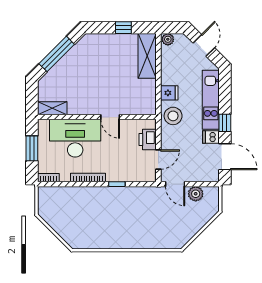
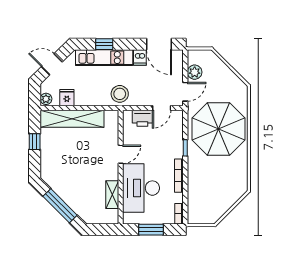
shelving: (147, 56) -> (72, 119), width x1.47
fridge: (169, 93) -> (67, 98), moved
shelving: (52, 108) -> (112, 195), moved
window: (225, 123) -> (104, 44), moved
door: (225, 157) -> (159, 44), swing flipped
door: (158, 159) -> (162, 108), swing flipped
parasol: (137, 219) -> (218, 129), added

